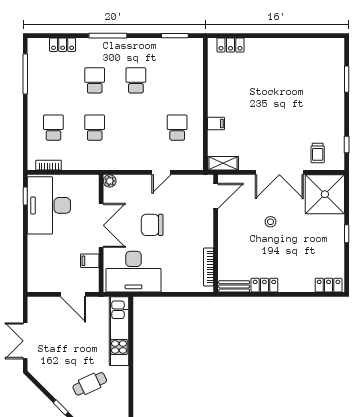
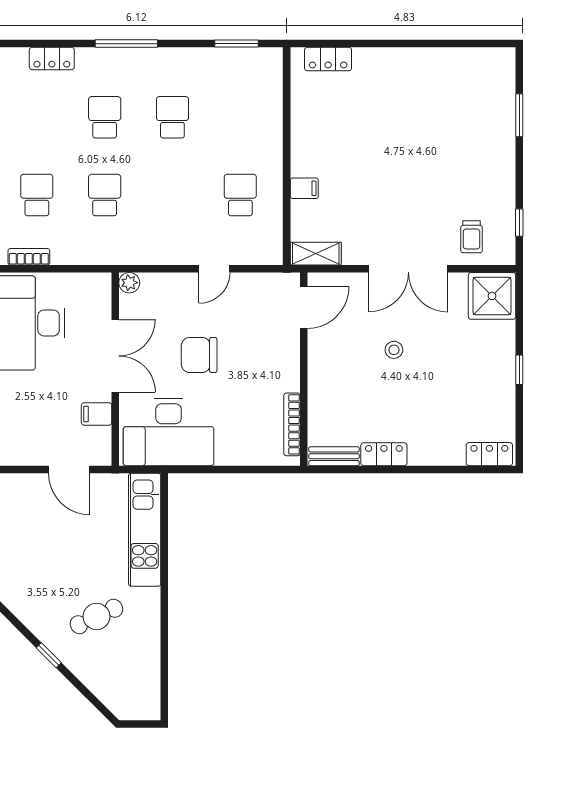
shower: (325, 194) -> (492, 296), width x0.73, depth x0.73

